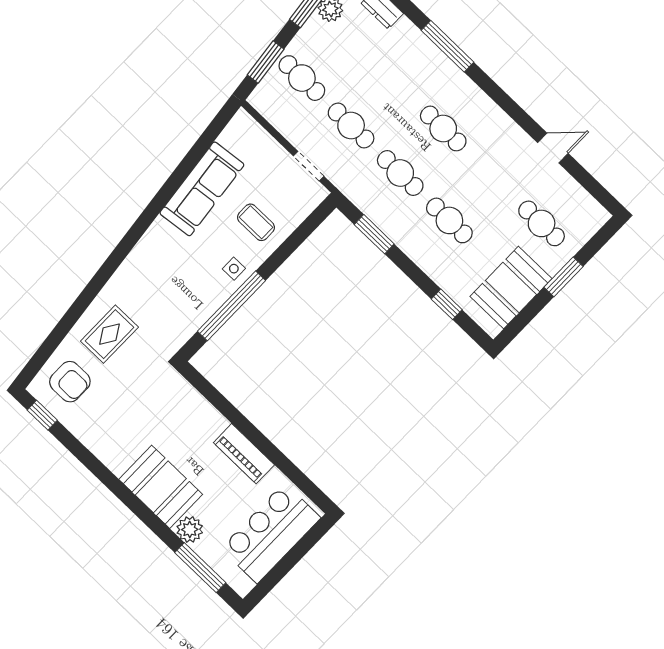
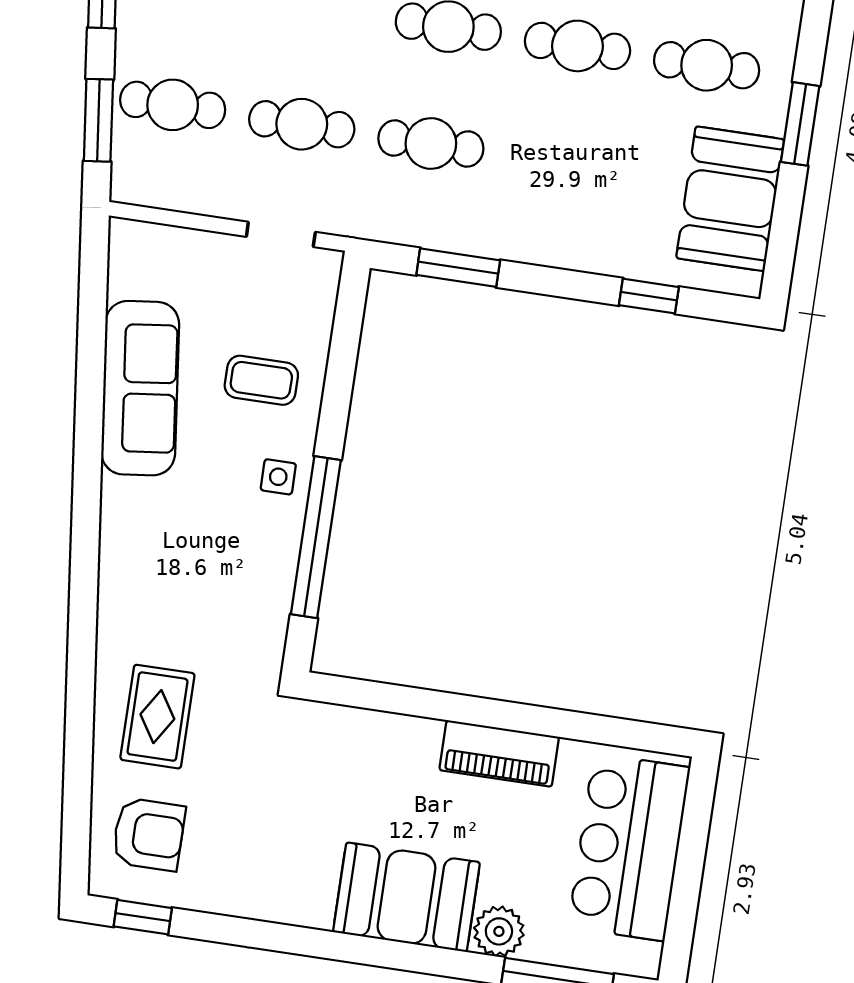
cafe table: (449, 220) -> (577, 46), moved

